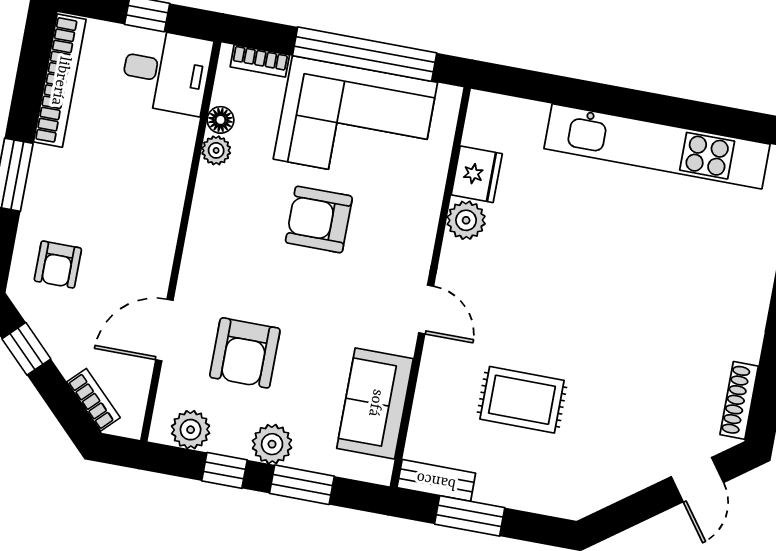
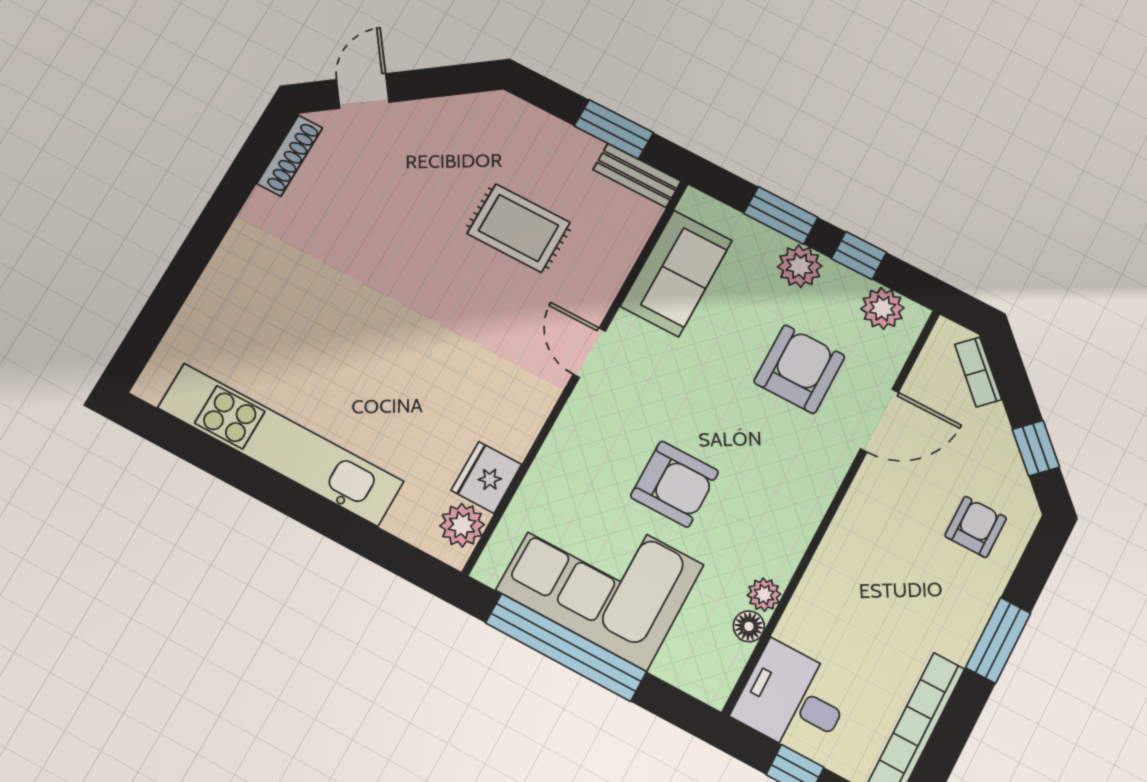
bookcase: (260, 61) -> (685, 677), removed
plant: (466, 220) -> (462, 525), moved

